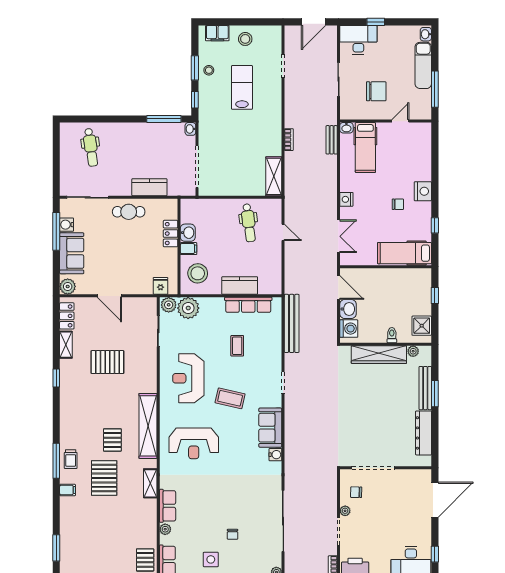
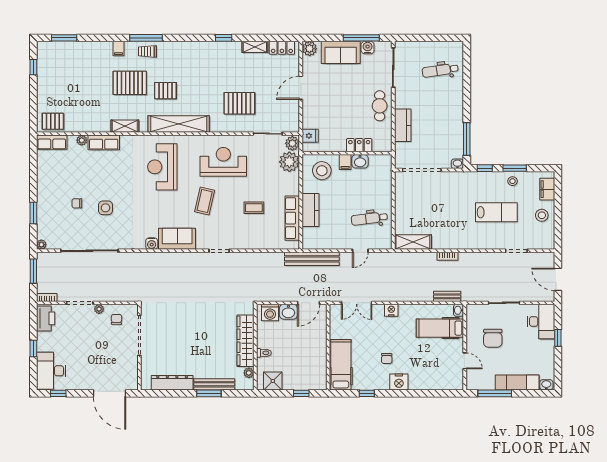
bench: (292, 323) -> (312, 259), moved
pallet: (107, 362) -> (239, 103), moved, turned 90
side table: (211, 559) -> (106, 208), moved

